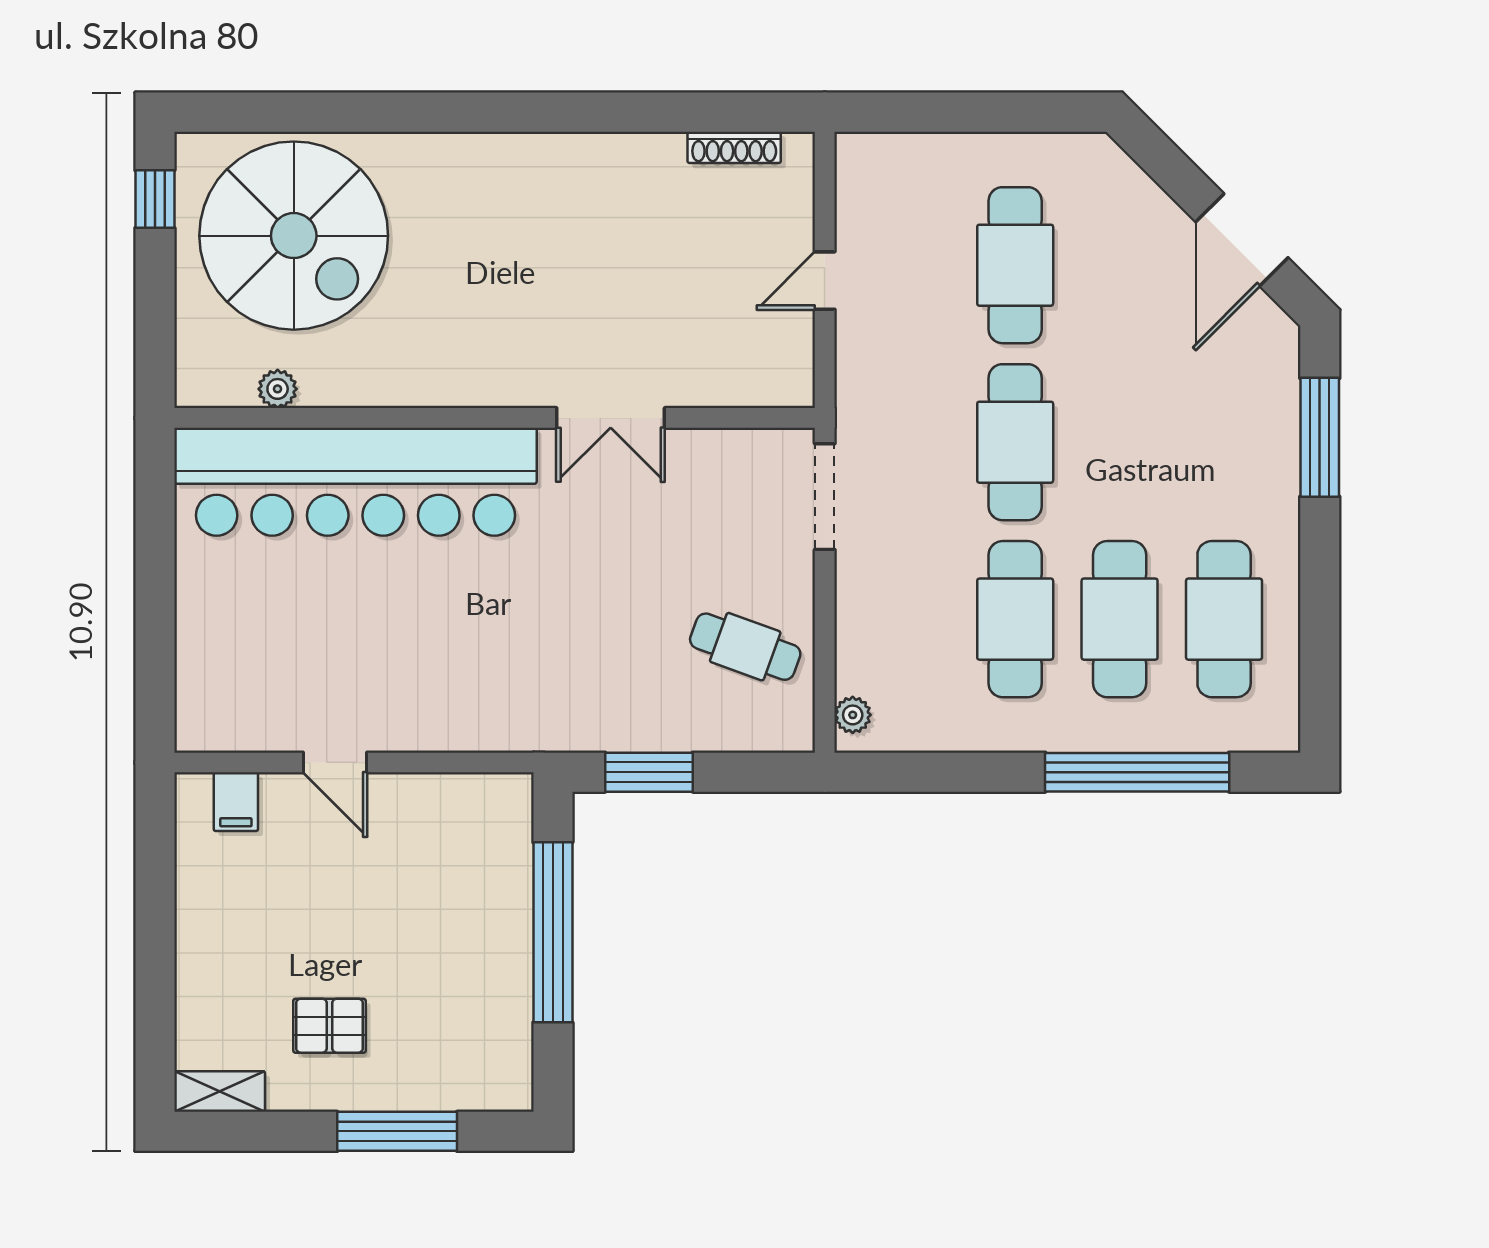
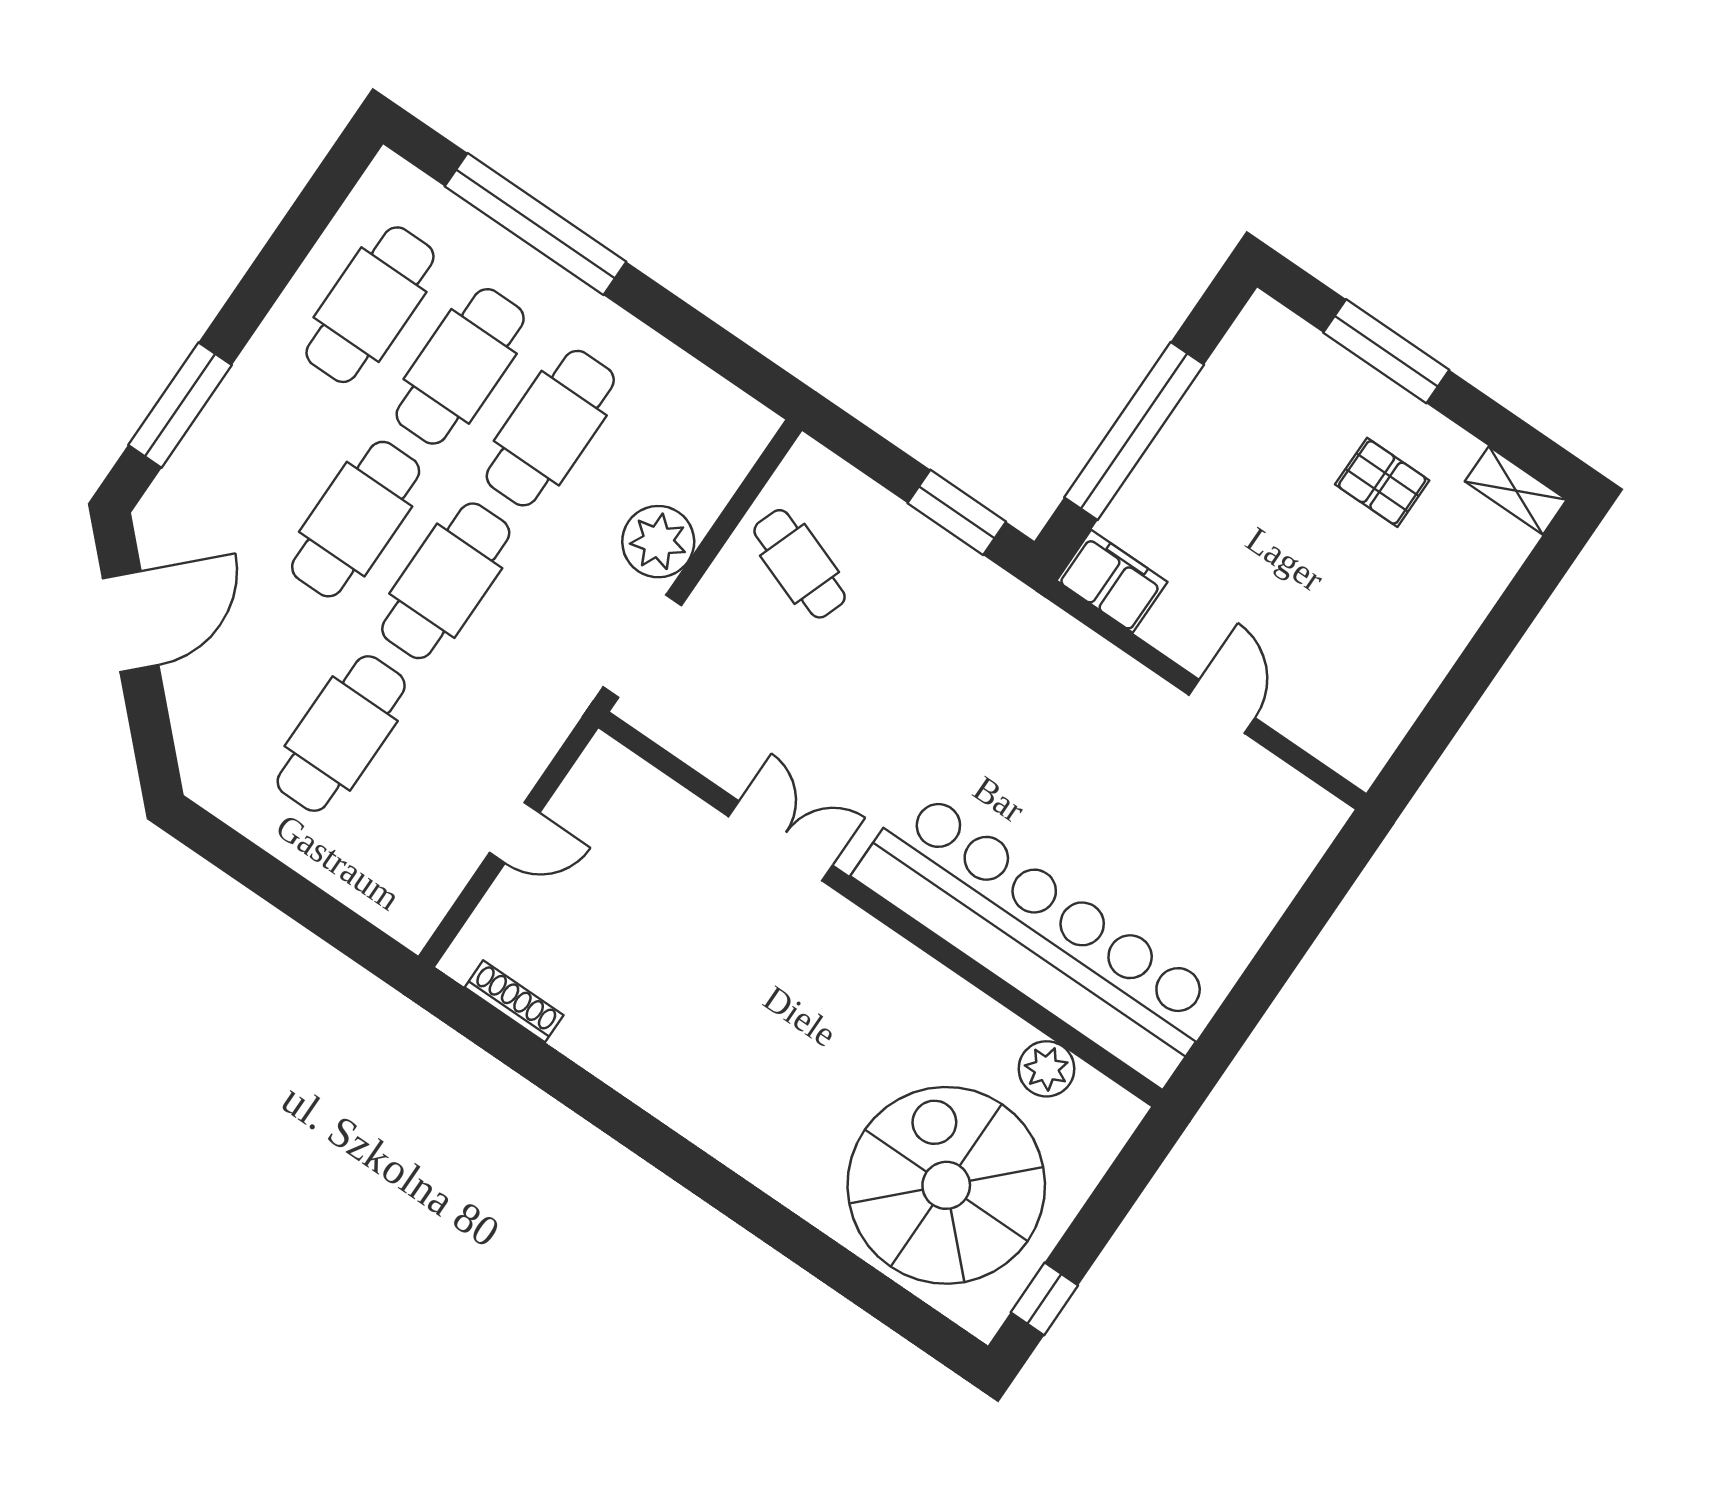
plant: (278, 389) -> (1047, 1069), width x1.38, depth x1.38
cafe table: (1120, 442) -> (356, 519), added
plant: (853, 715) -> (658, 542), moved, width x1.88, depth x1.88
filing cabinet: (236, 802) -> (1112, 581), moved, width x2.00

